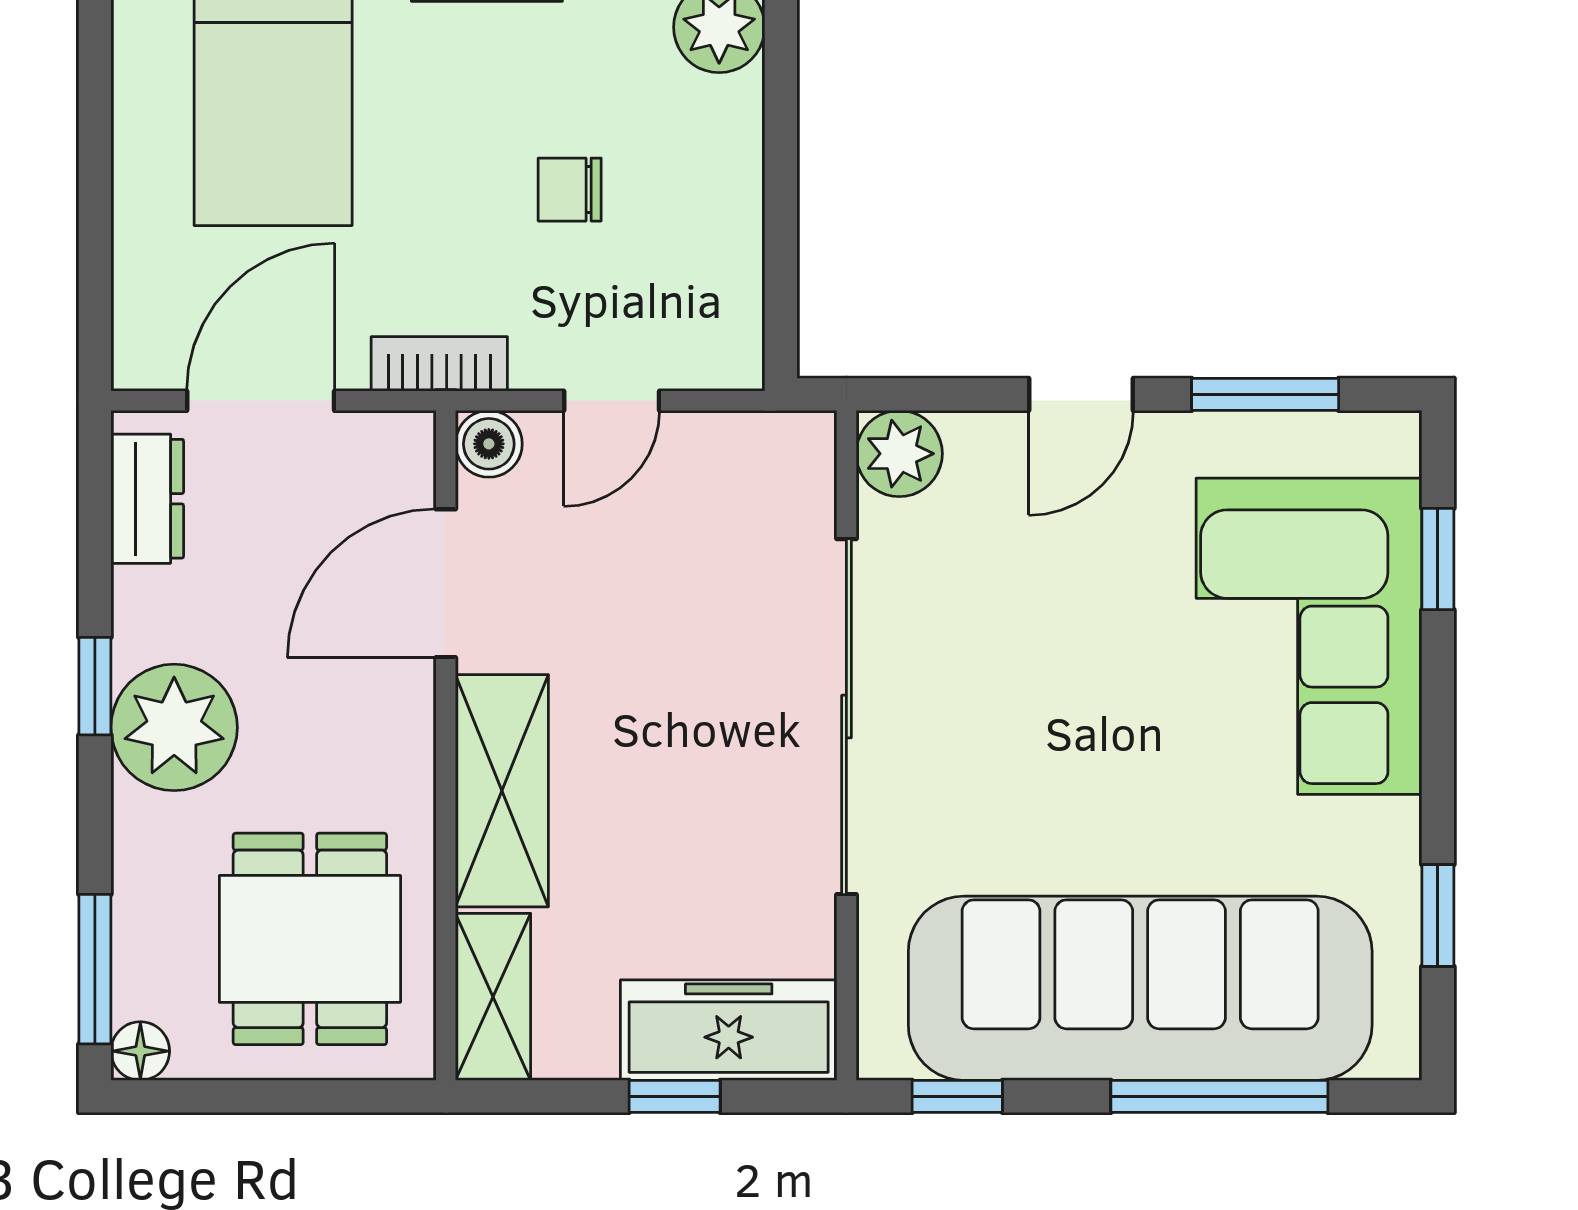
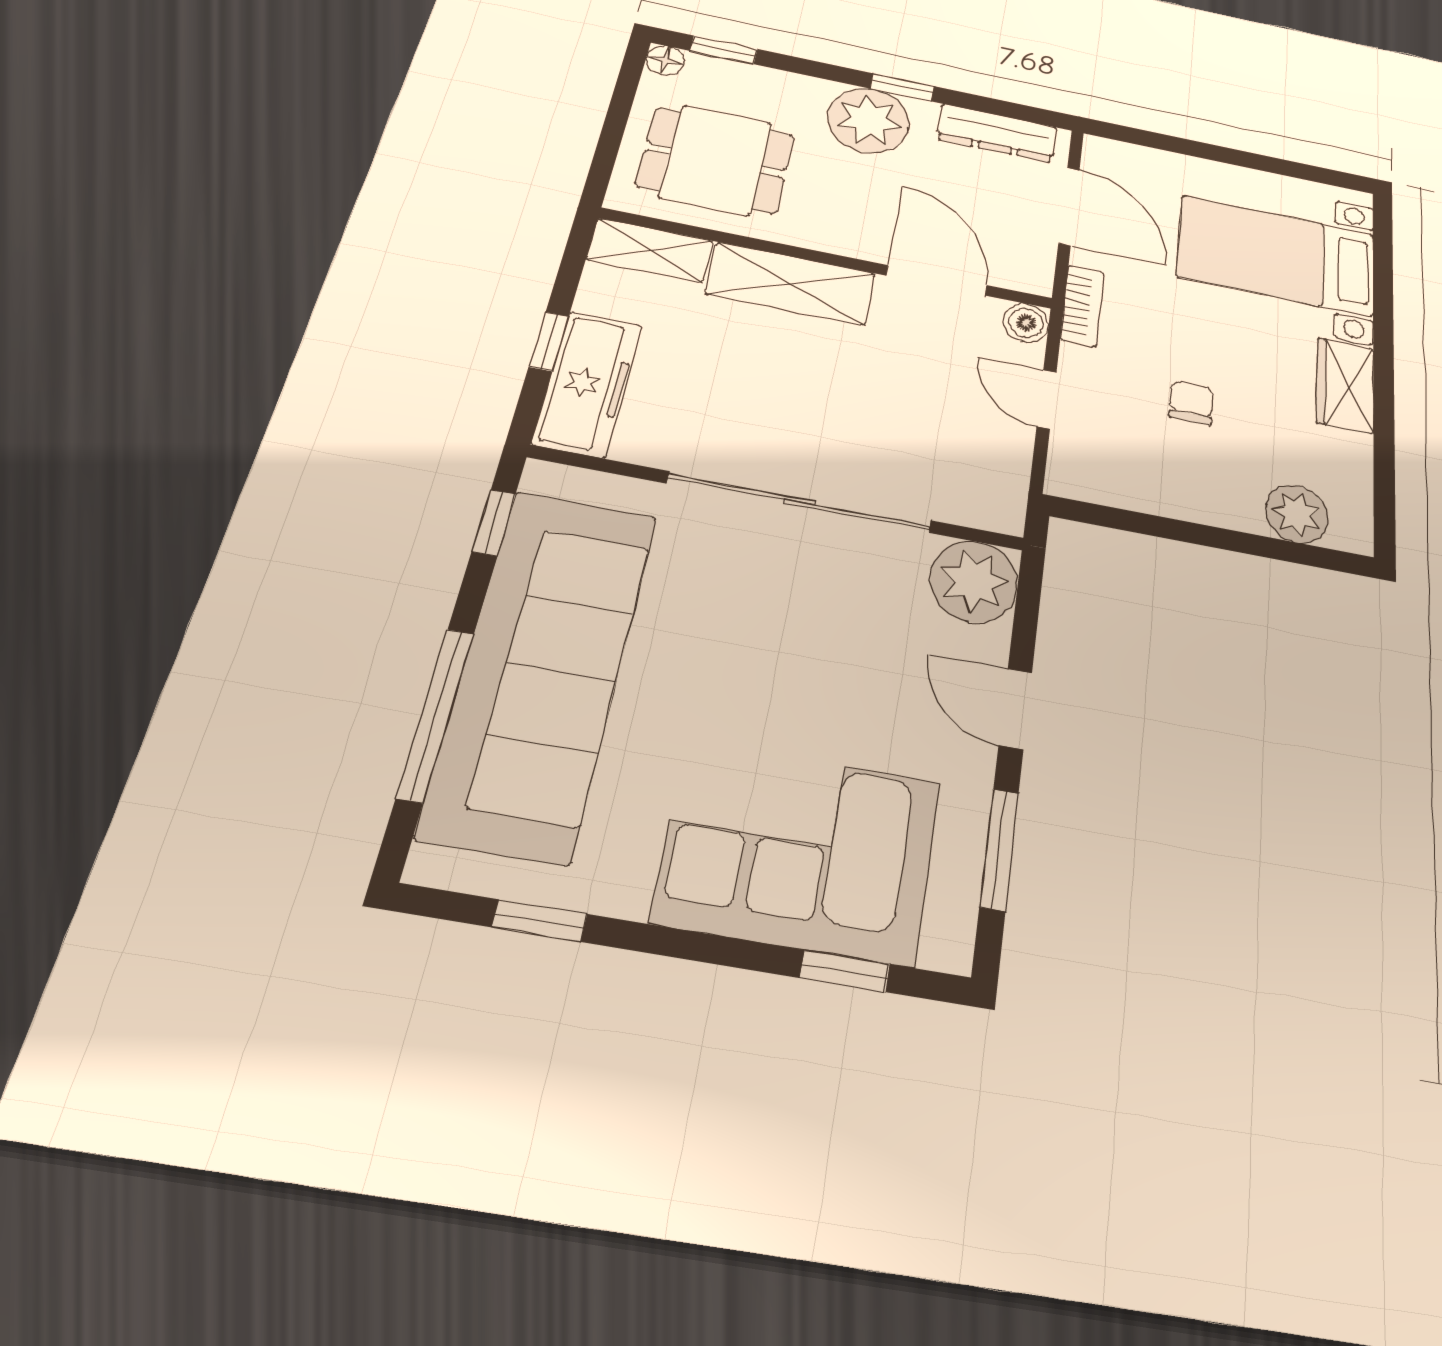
plant: (899, 454) -> (974, 582), width x1.36, depth x1.36
dresser: (147, 499) -> (997, 133), width x1.44
window: (95, 969) -> (724, 50), width x0.67

